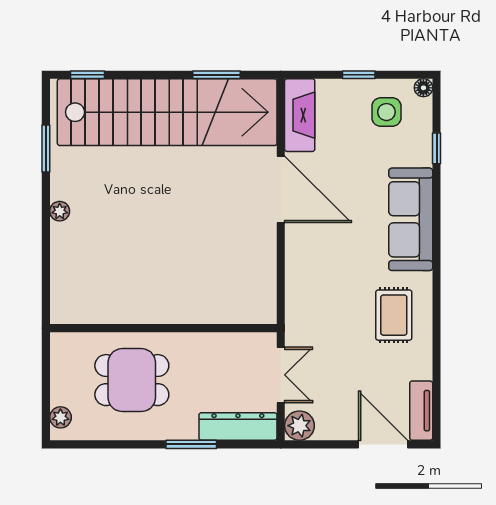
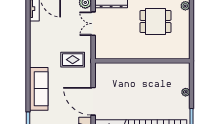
rug: (394, 315) -> (73, 60), moved, turned 90
wall: (163, 328) -> (142, 61), moved

